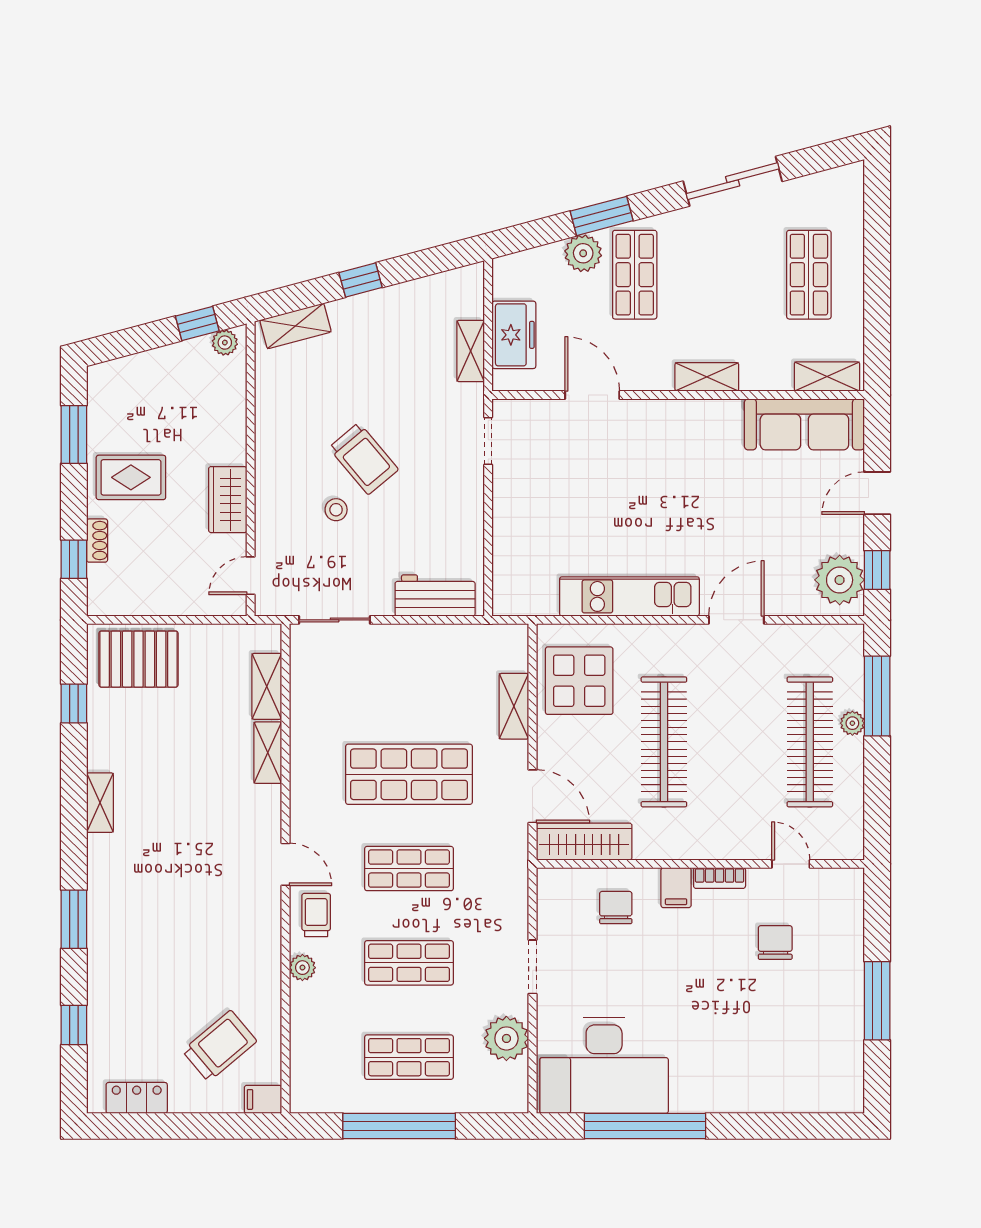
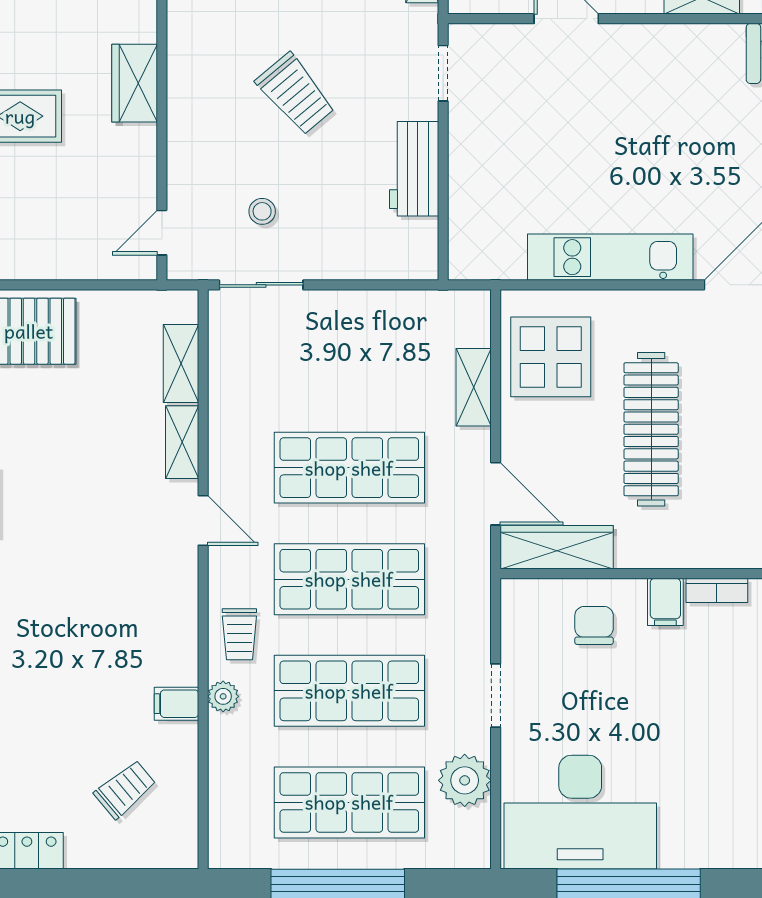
wardrobe: (228, 500) -> (135, 83), moved
stool: (336, 510) -> (262, 211), moved
workbench: (435, 595) -> (414, 169), moved, turned -90
door: (285, 864) -> (203, 520), moved
shop shelf: (409, 869) -> (349, 579), width x1.43, depth x1.36
trolley: (316, 915) -> (239, 634), turned 180
shop shelf: (409, 963) -> (349, 691), width x1.43, depth x1.36
trolley: (220, 1046) -> (125, 789), width x0.73, depth x0.72
shop shelf: (409, 1057) -> (349, 802), width x1.43, depth x1.36
filing cabinet: (263, 1099) -> (176, 704), moved

